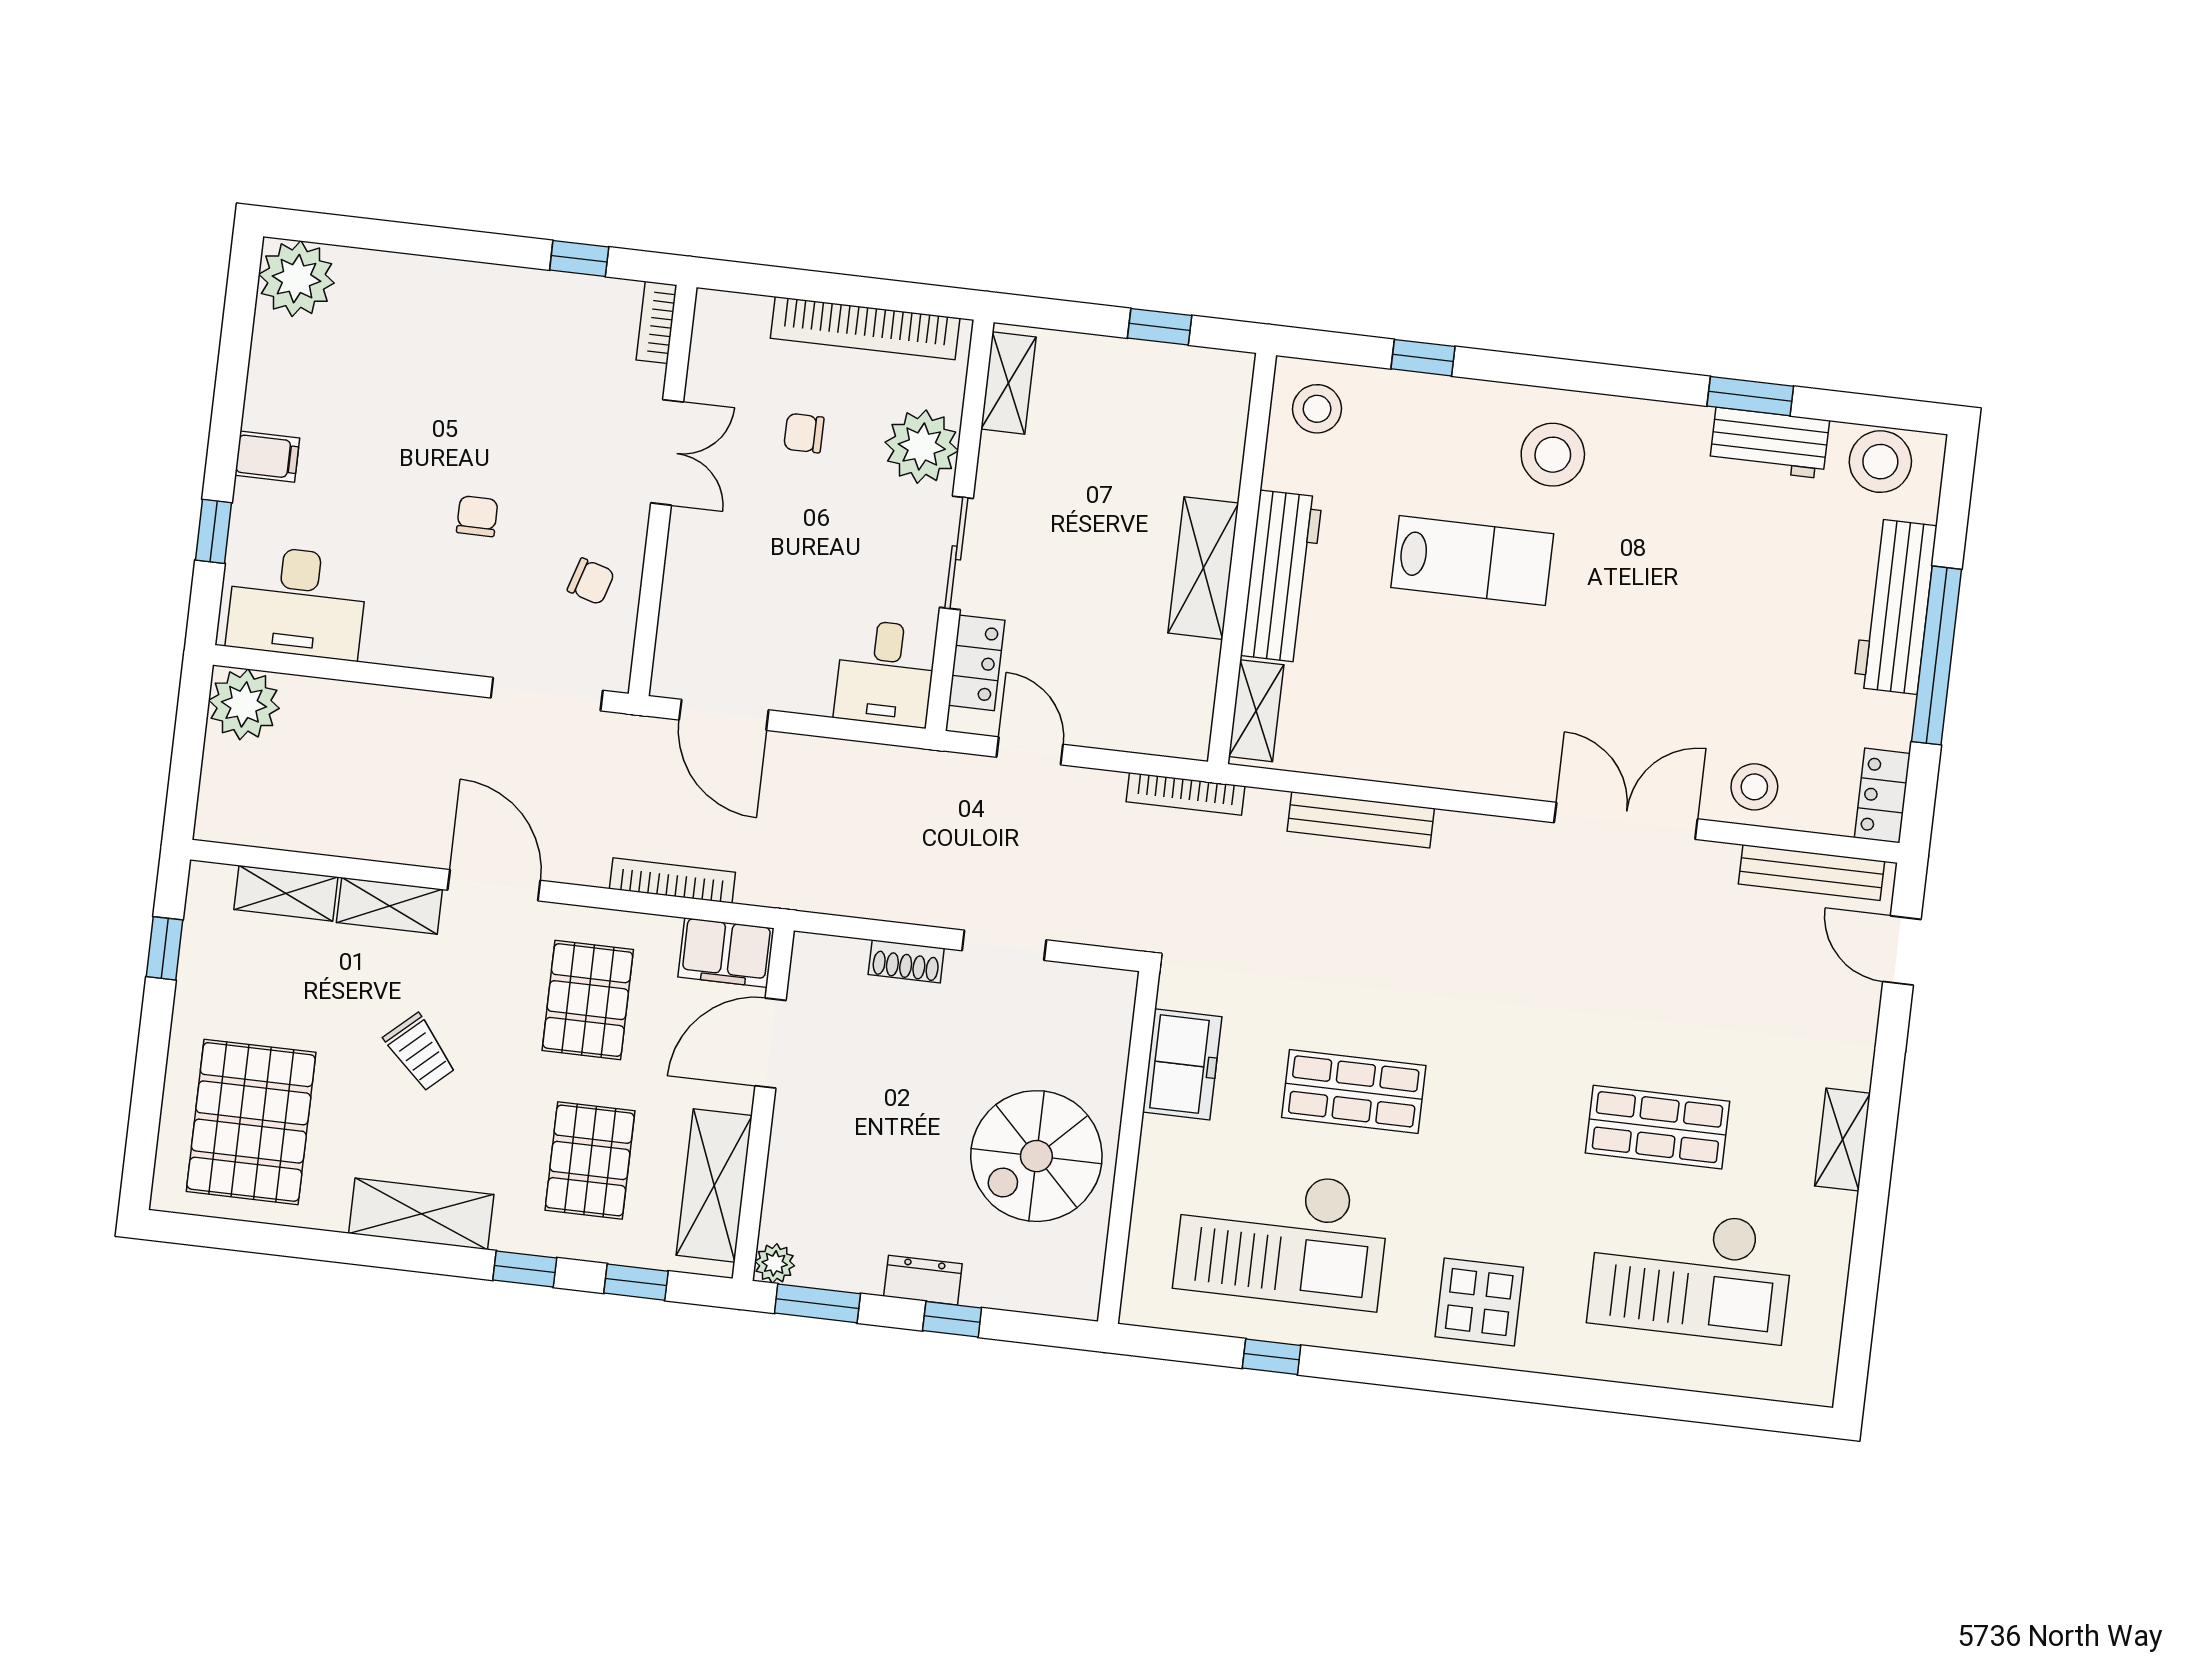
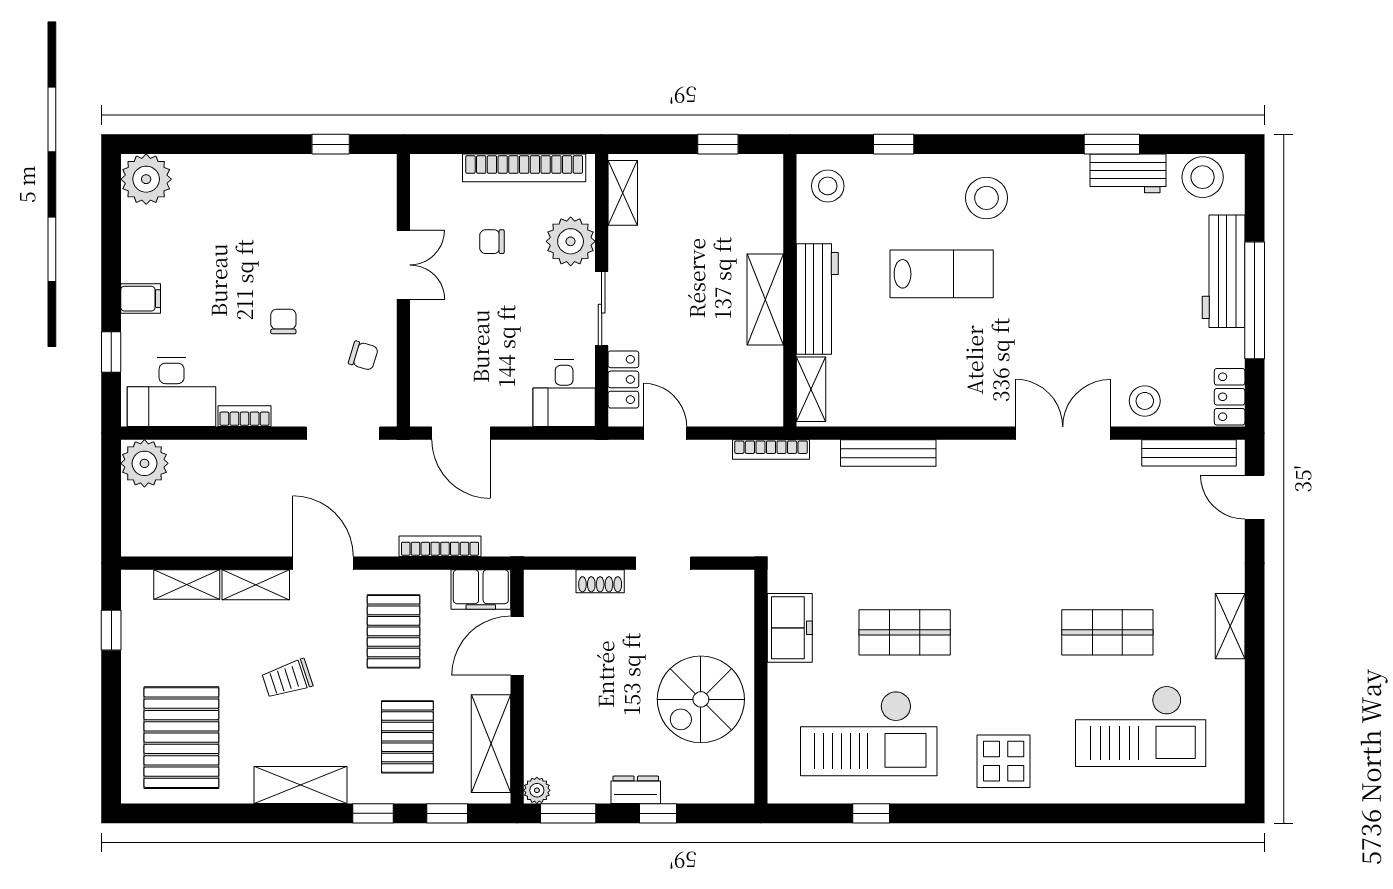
bookcase: (656, 322) -> (244, 416), moved, turned 90
trolley: (420, 1052) -> (287, 679), turned 114

